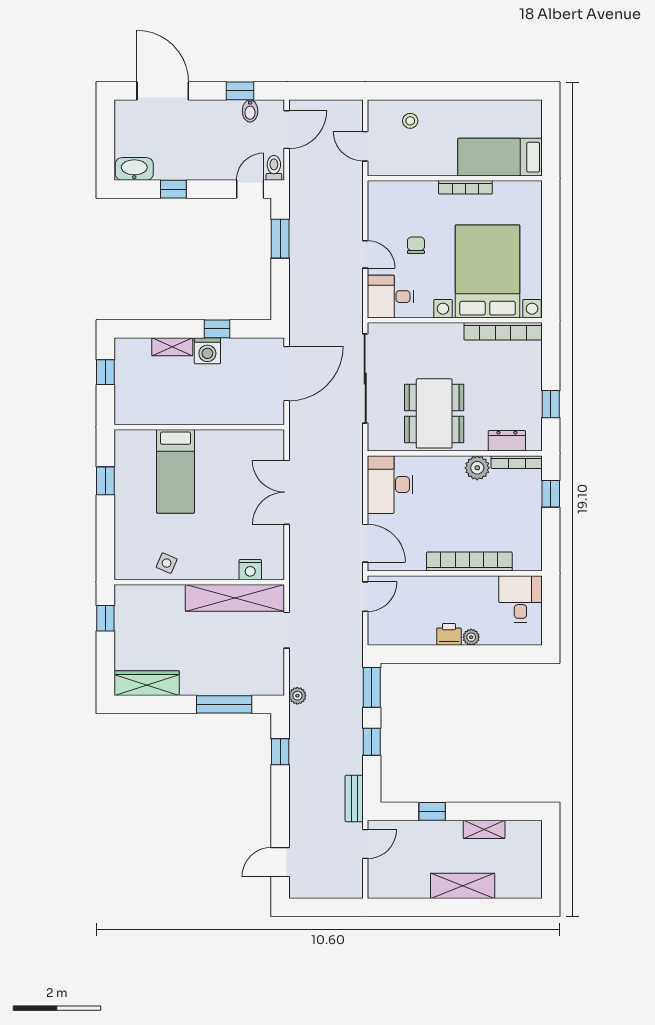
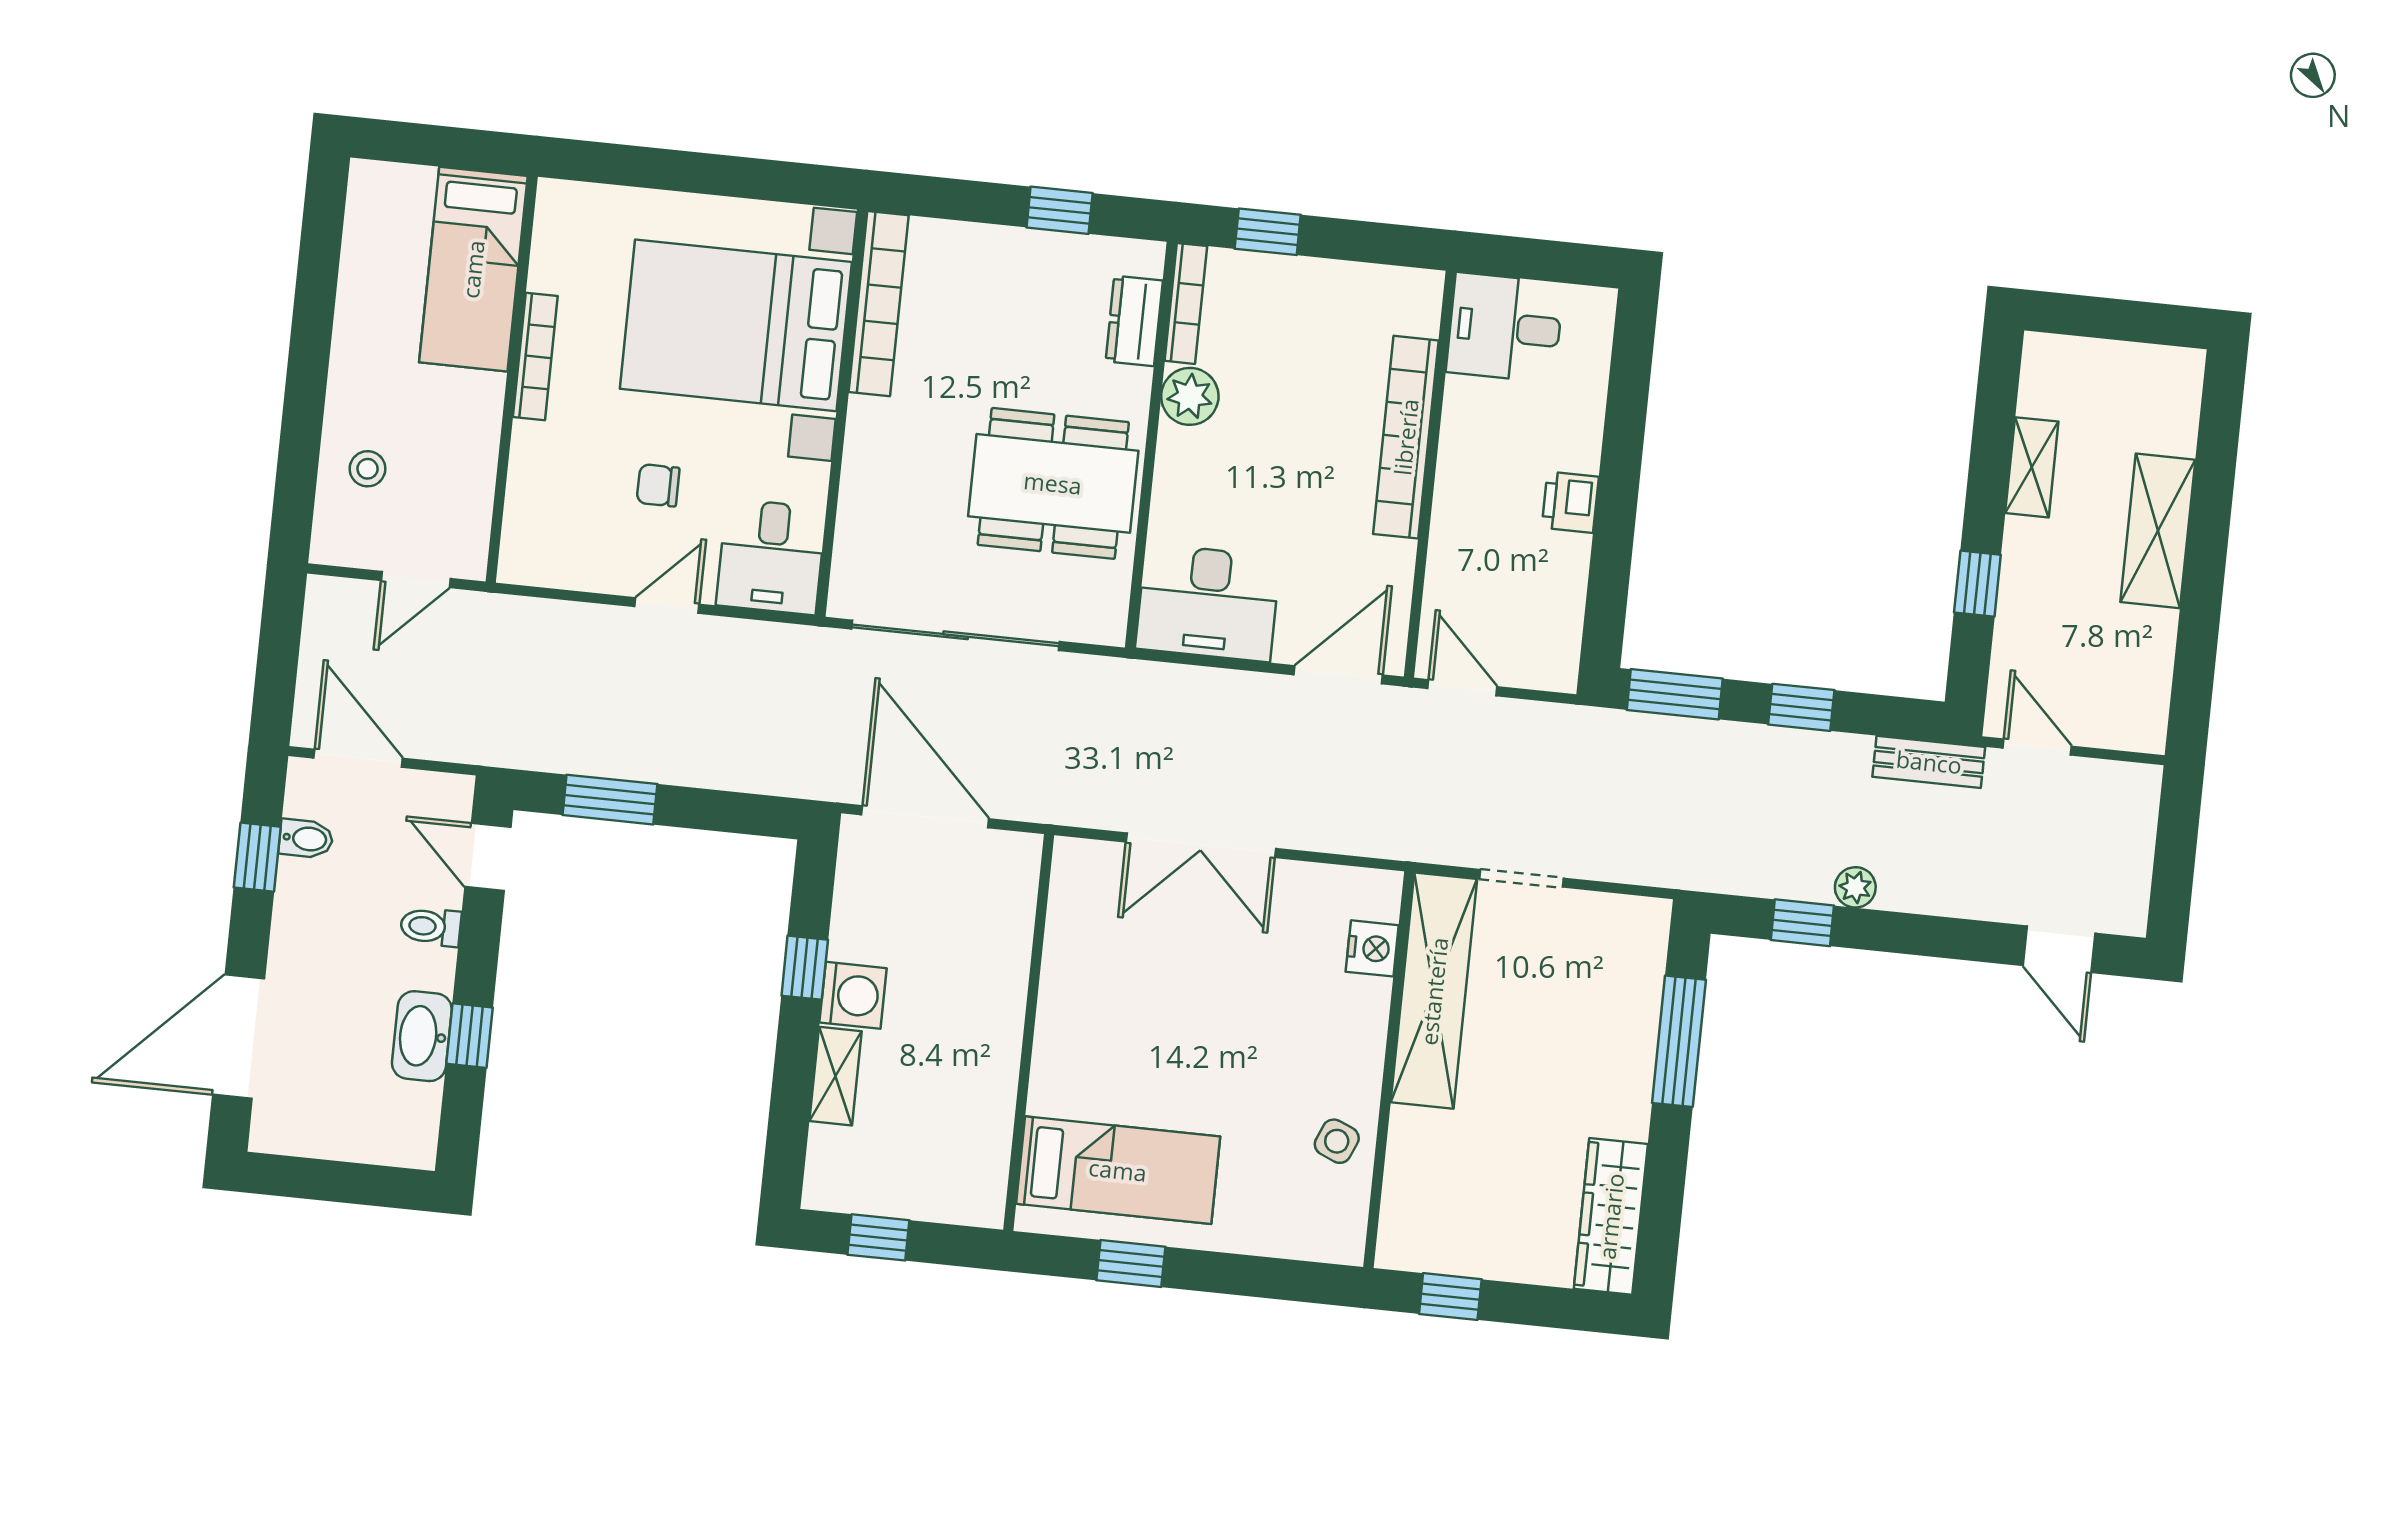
toilet: (274, 168) -> (431, 927), moved
washbasin: (134, 169) -> (422, 1036), moved
bed: (176, 471) -> (1118, 1170), moved
plant: (471, 637) -> (1582, 451), removed
plant: (297, 696) -> (1855, 887), moved

